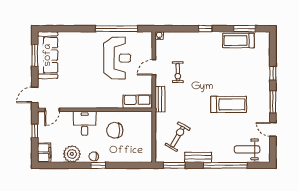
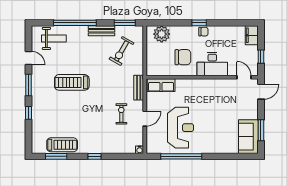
sofa: (48, 55) -> (248, 137), width x0.73
reception desk: (117, 58) -> (180, 128), turned 180
door: (52, 110) -> (244, 77), hinge flipped
desk: (85, 123) -> (212, 64), width x1.37
plant: (72, 154) -> (162, 34), moved

